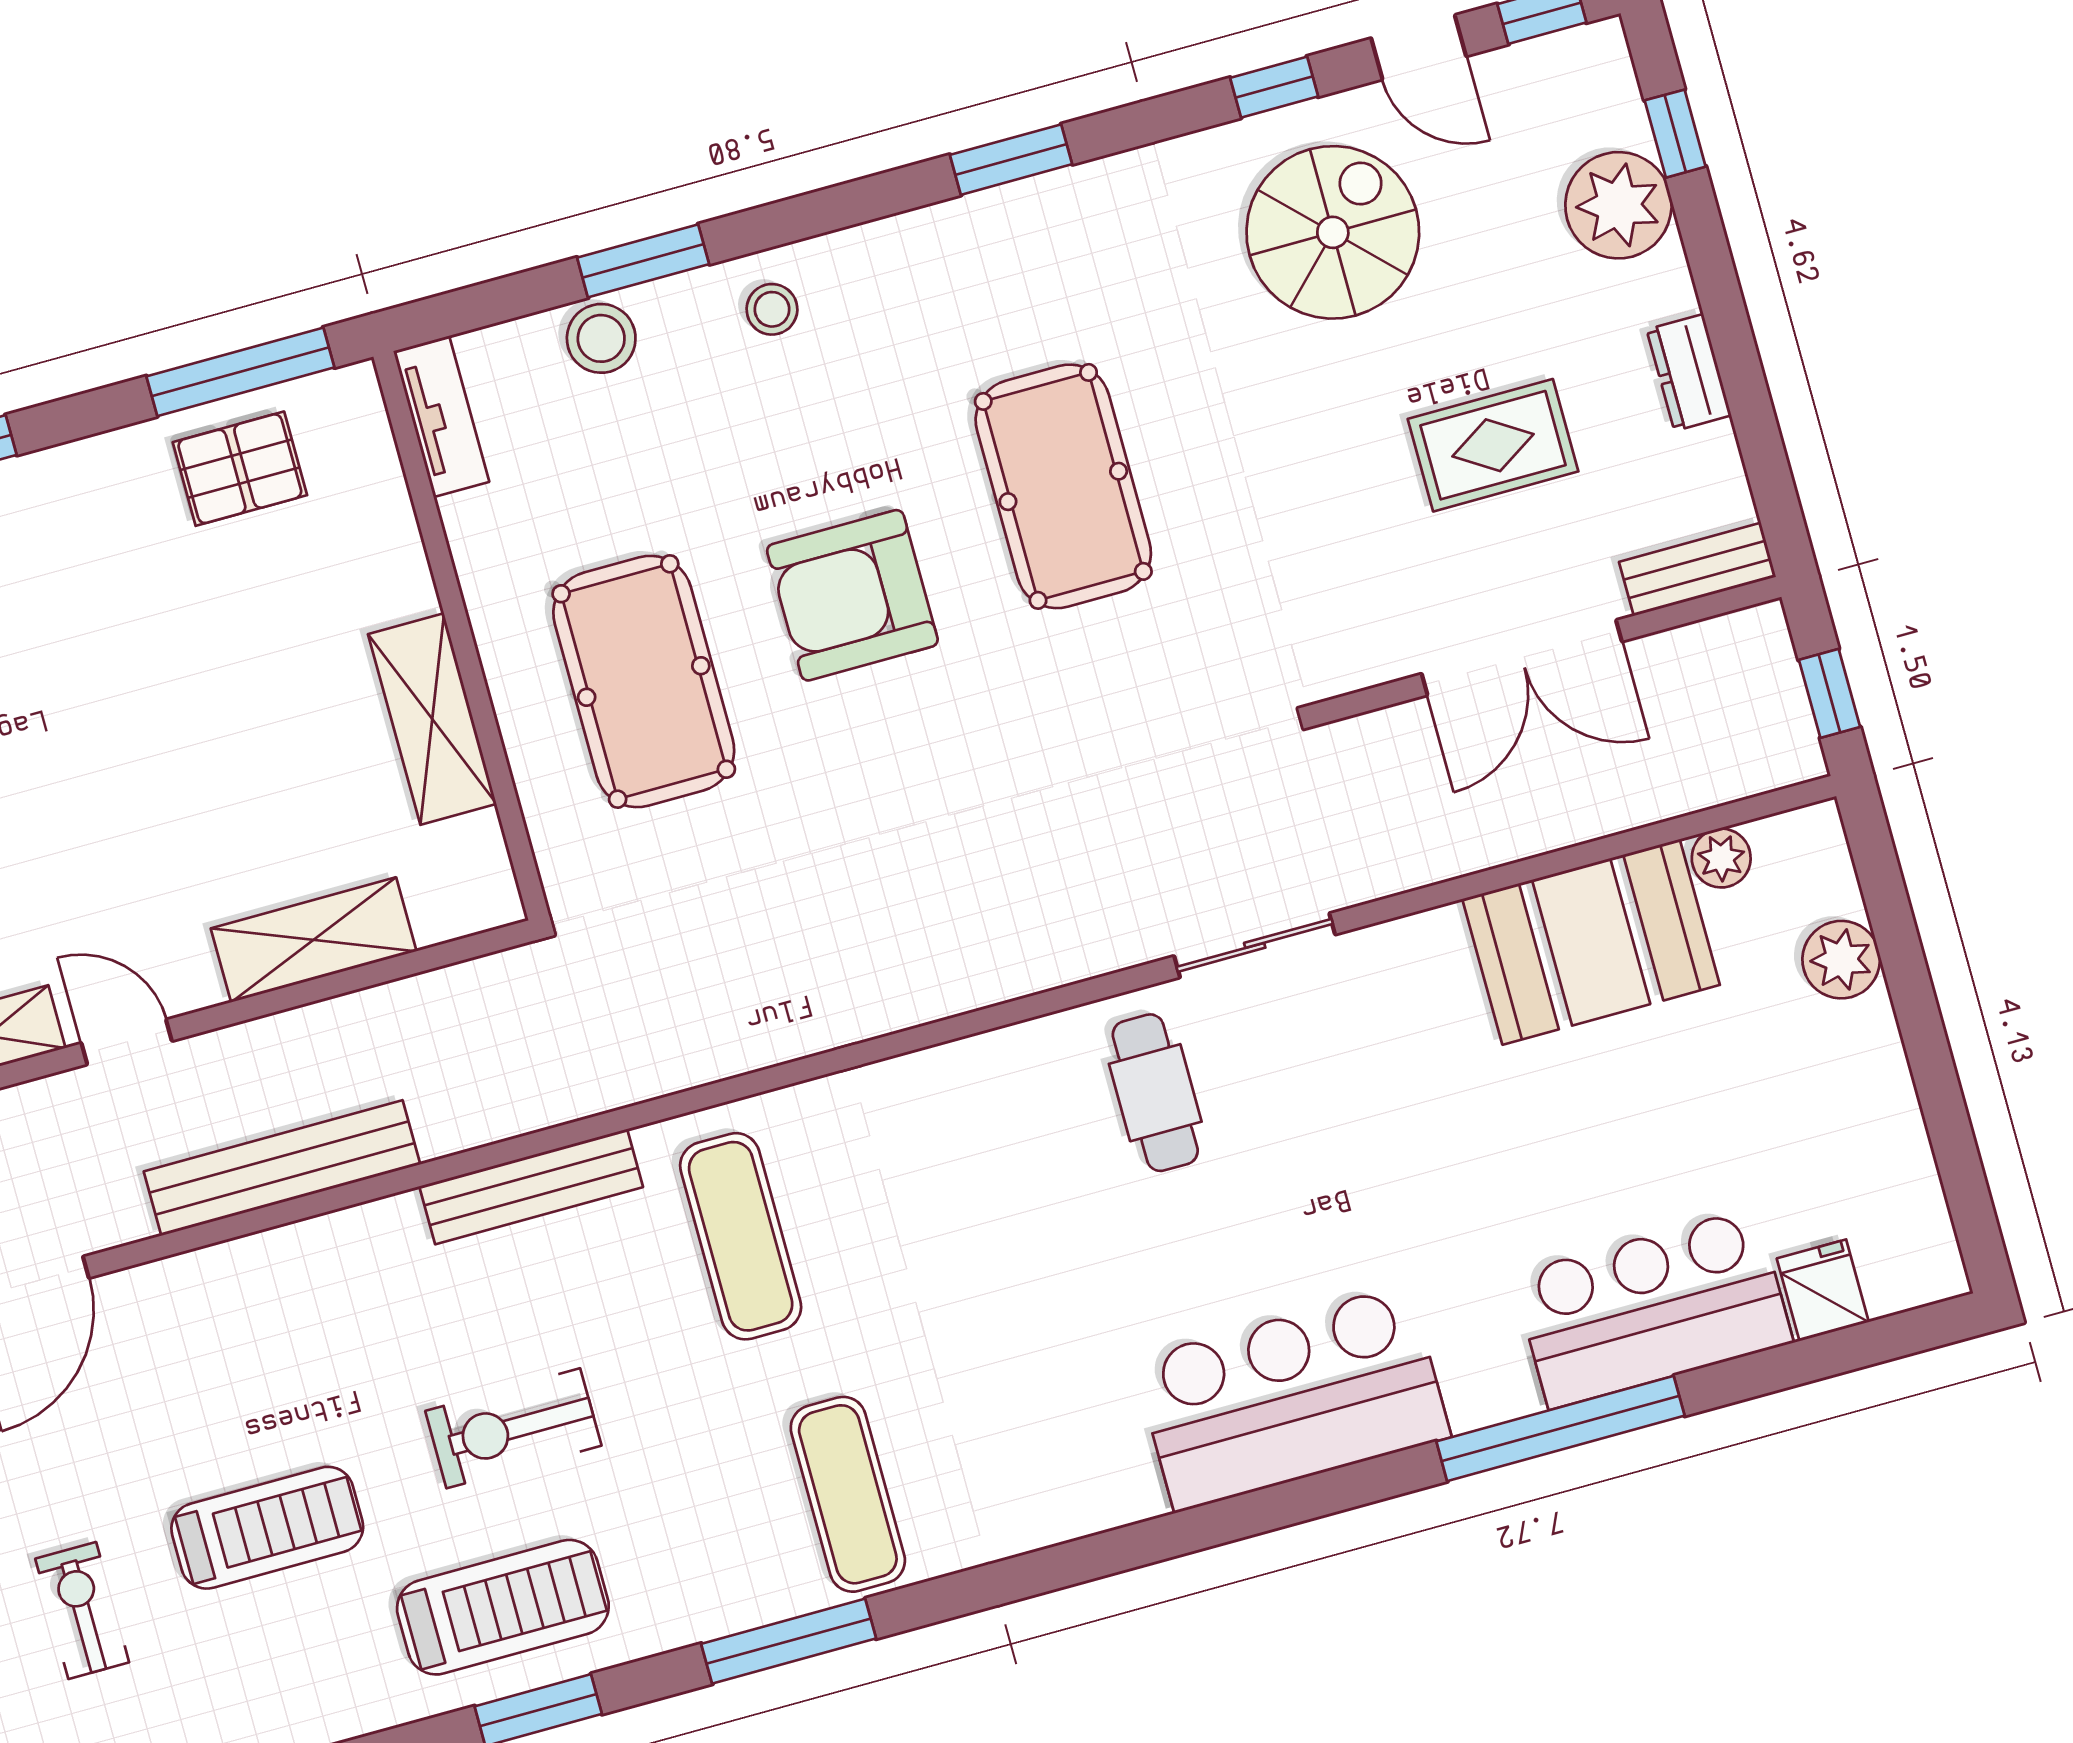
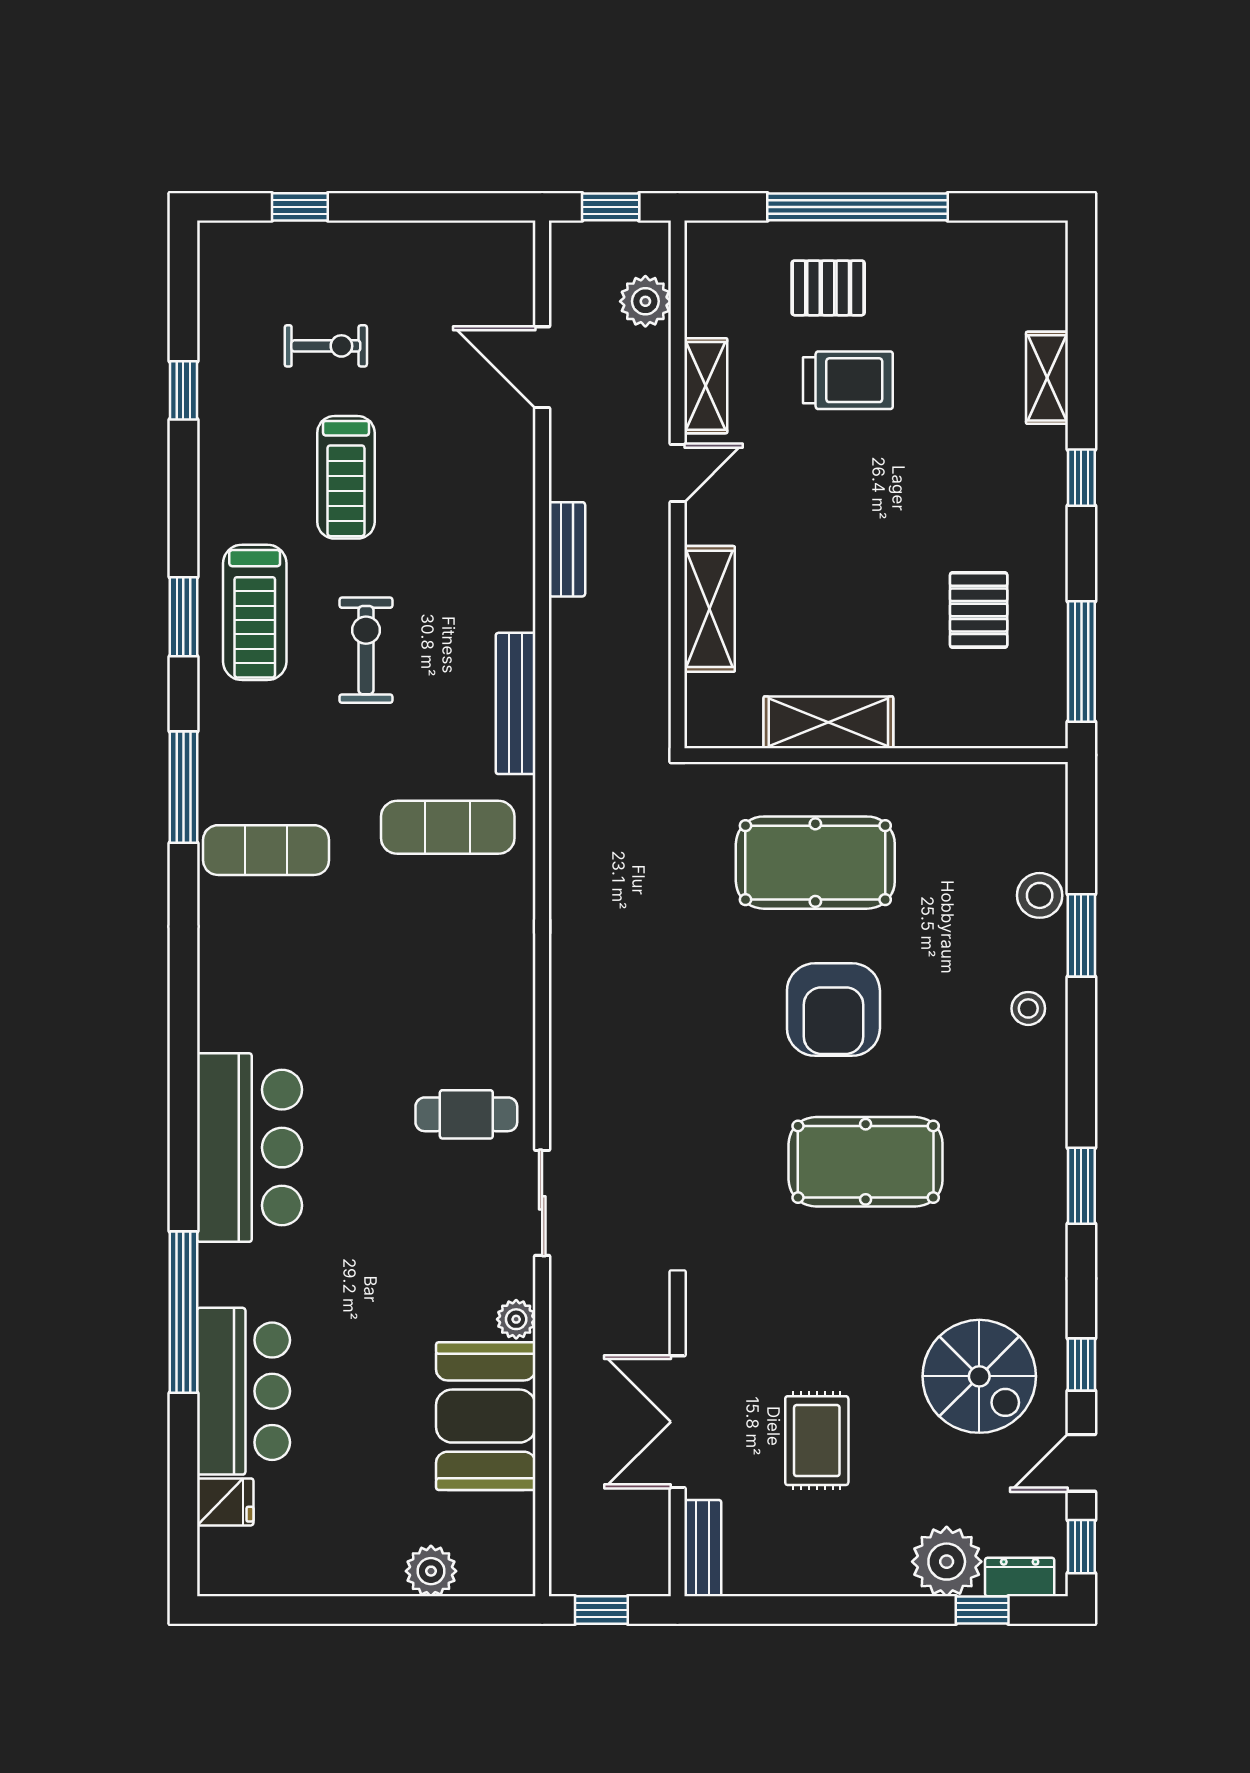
dresser: (1689, 372) -> (1020, 1577), moved
tv unit: (441, 416) -> (1018, 781), removed
pallet: (240, 469) -> (979, 610), moved
armchair: (852, 595) -> (833, 1010), turned 180
plant: (1721, 858) -> (516, 1319), moved
bench: (282, 1168) -> (567, 549), width x0.54, depth x0.82

